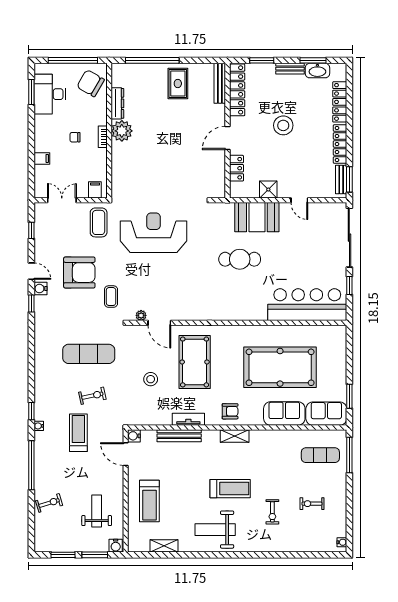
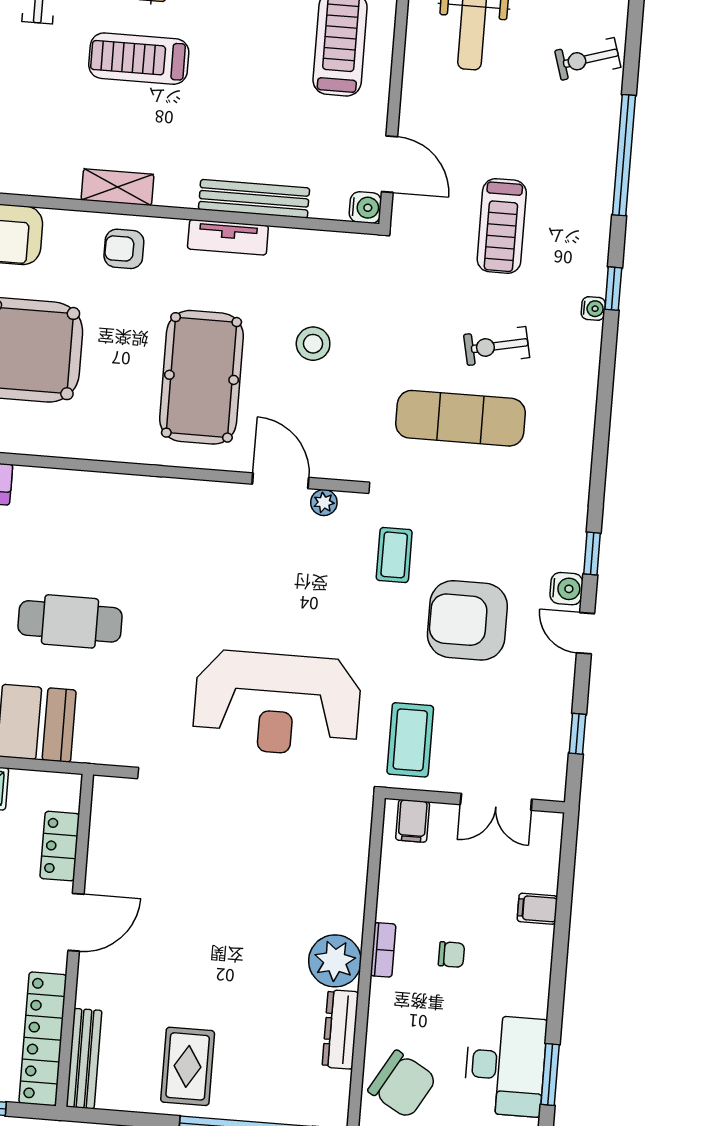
exercise bike: (92, 396) -> (497, 346), moved
water cooler: (39, 426) -> (593, 309), moved

